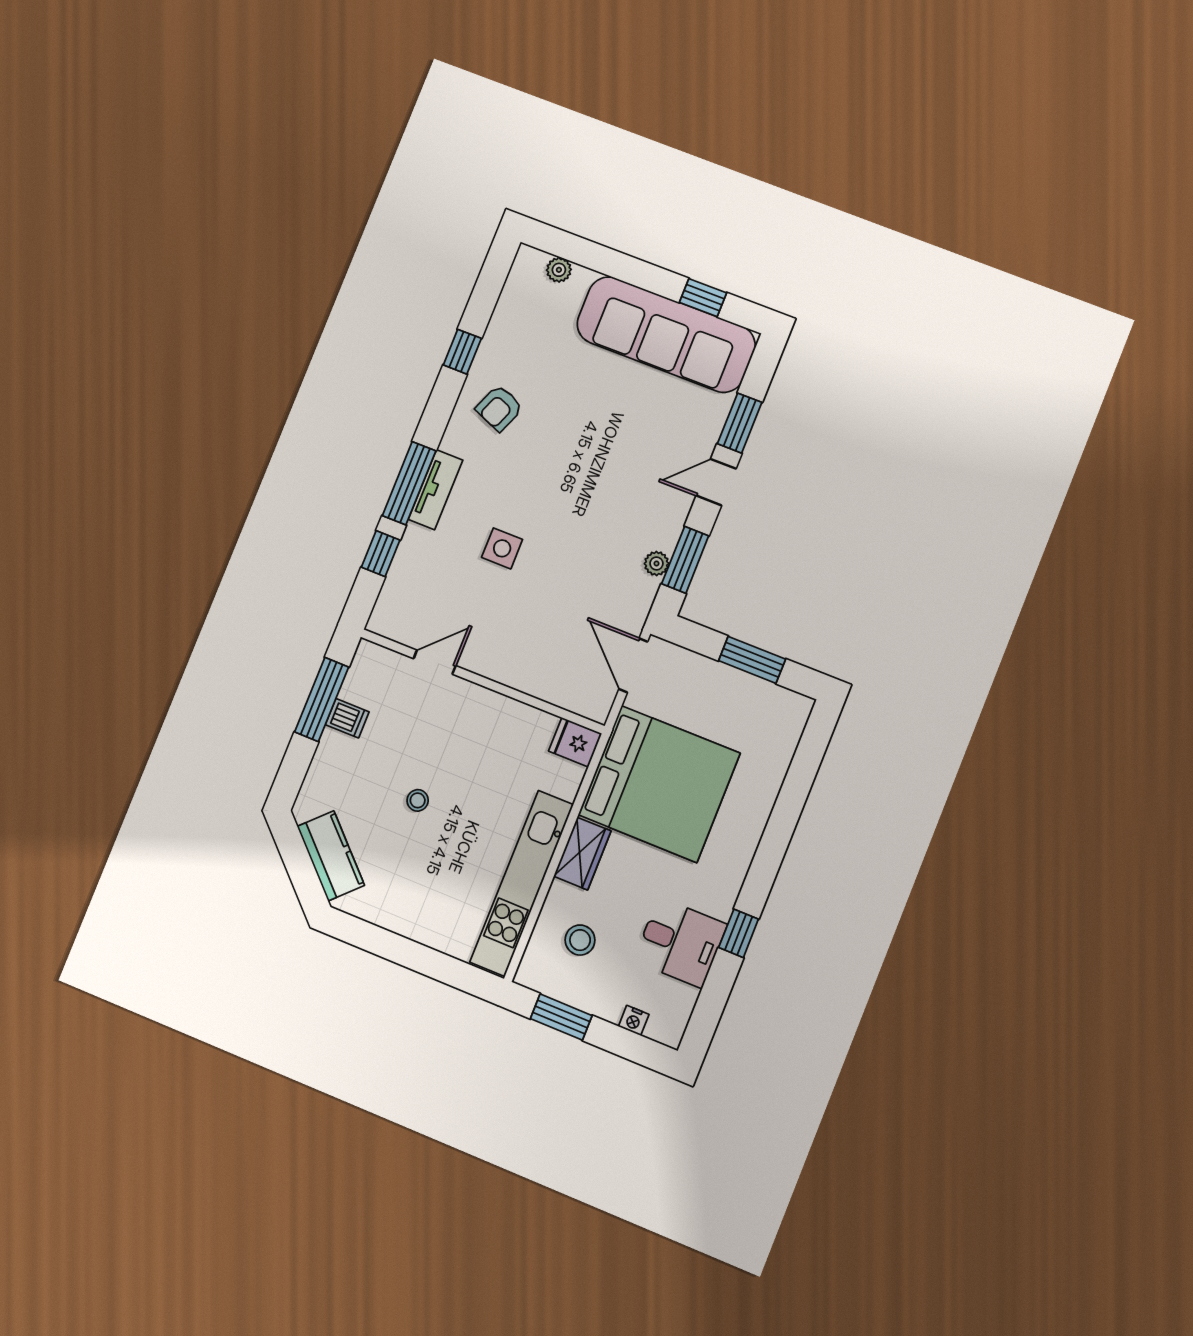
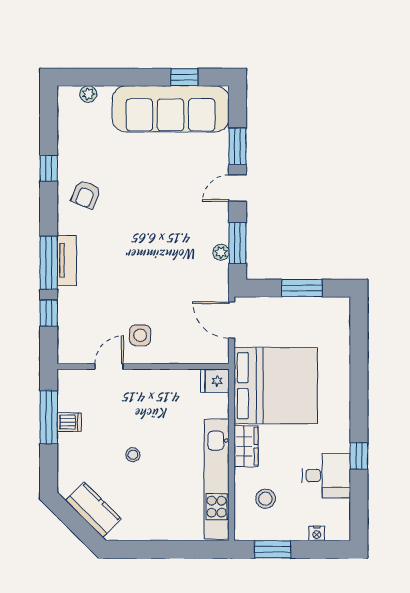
side table: (502, 548) -> (140, 335), moved

